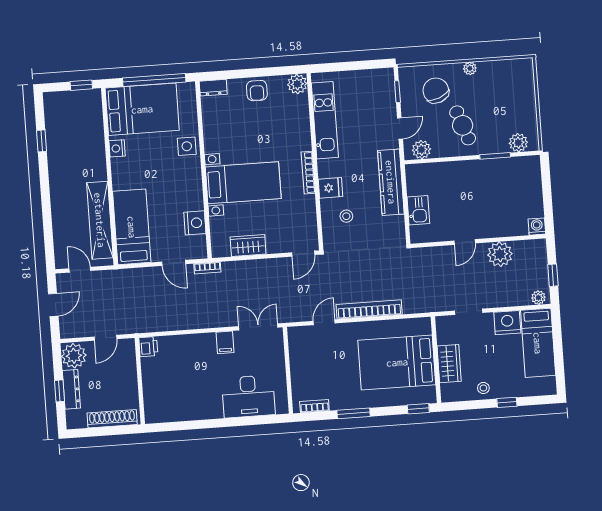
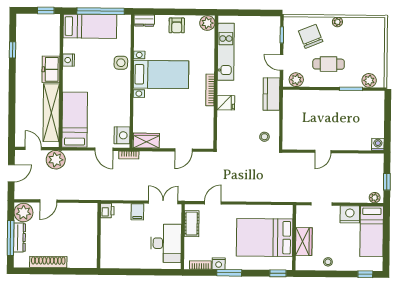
bed: (142, 109) -> (90, 26), width x0.67
cafe table: (463, 125) -> (329, 64), turned -70
door: (400, 128) -> (282, 63), swing flipped
freezer: (95, 163) -> (51, 69), added
kitchen counter: (391, 182) -> (271, 94), width x0.67
bed with nightstands: (243, 183) -> (161, 74), moved
kitchen sink: (418, 210) -> (290, 125), removed
stool: (346, 216) -> (264, 137), moved
nightstand: (195, 223) -> (122, 135), moved
wardrobe: (248, 245) -> (146, 141), moved
door: (303, 254) -> (184, 150), moved
plant: (500, 254) -> (56, 160), moved
bookcase: (369, 309) -> (247, 196), removed
printer: (148, 347) -> (107, 211), moved
cot: (298, 352) -> (192, 224), added
wall: (140, 381) -> (99, 236), moved
window: (59, 391) -> (11, 238), width x2.17
desk: (248, 396) -> (166, 243), moved, turned -90
nightstand: (338, 402) -> (219, 264), added
window: (507, 402) -> (365, 274), moved

